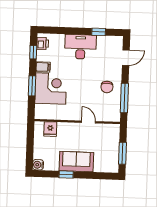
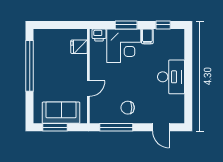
window: (99, 32) -> (188, 96), removed
printer: (43, 43) -> (99, 35), moved
sofa: (76, 162) -> (61, 113), moved, turned -90
water cooler: (38, 165) -> (39, 35), removed
window: (66, 174) -> (30, 66), width x3.17

